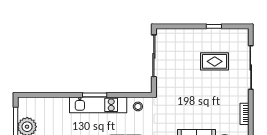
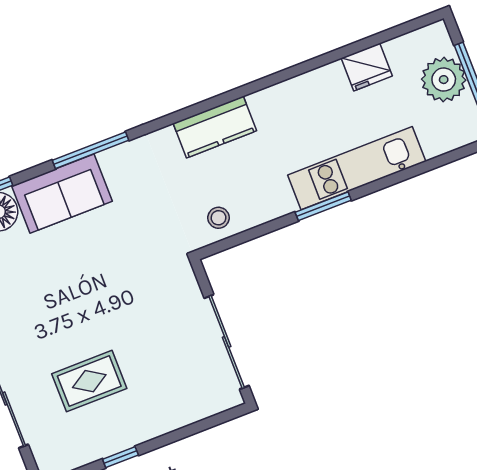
kitchen unit: (98, 105) -> (357, 168), moved

